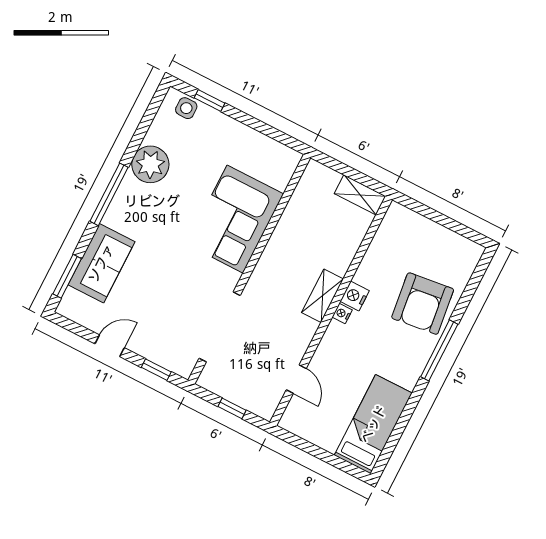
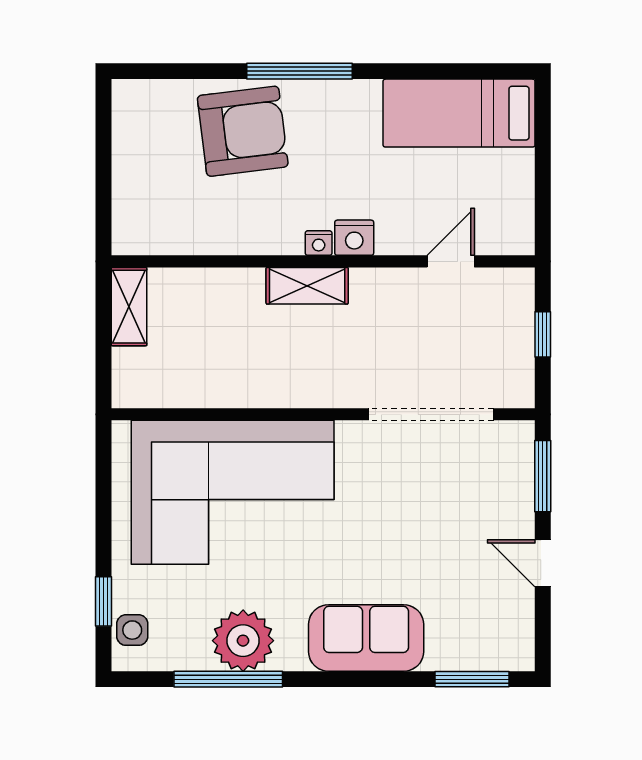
window: (109, 194) -> (228, 679), moved
corner sofa: (235, 219) -> (233, 492), width x1.36, depth x1.36
sofa: (101, 263) -> (366, 638), moved
nightstand: (355, 296) -> (354, 238), moved
window: (156, 370) -> (543, 476), width x1.50

